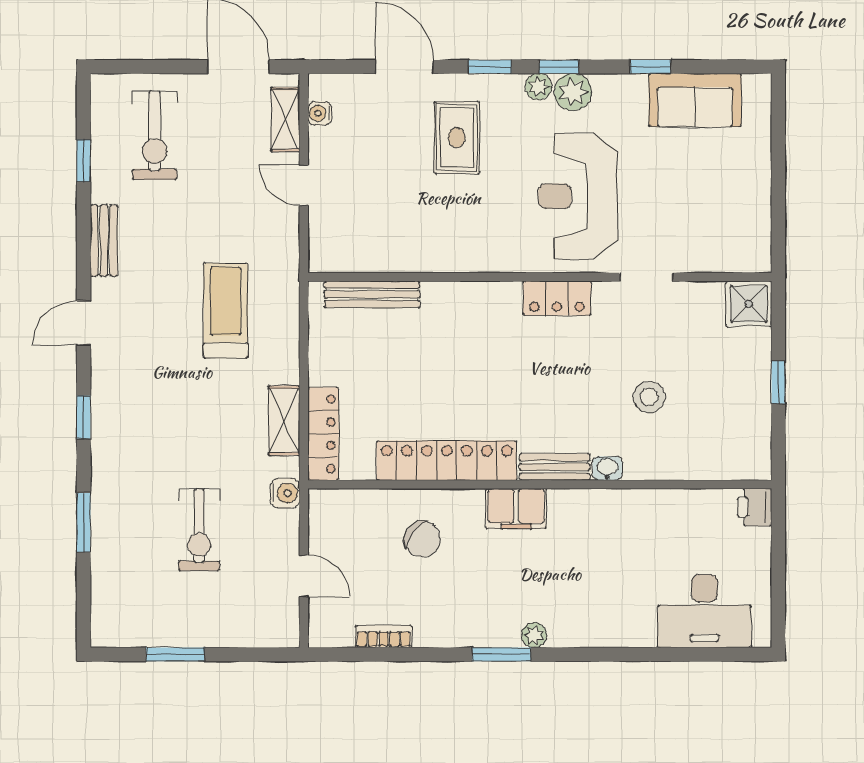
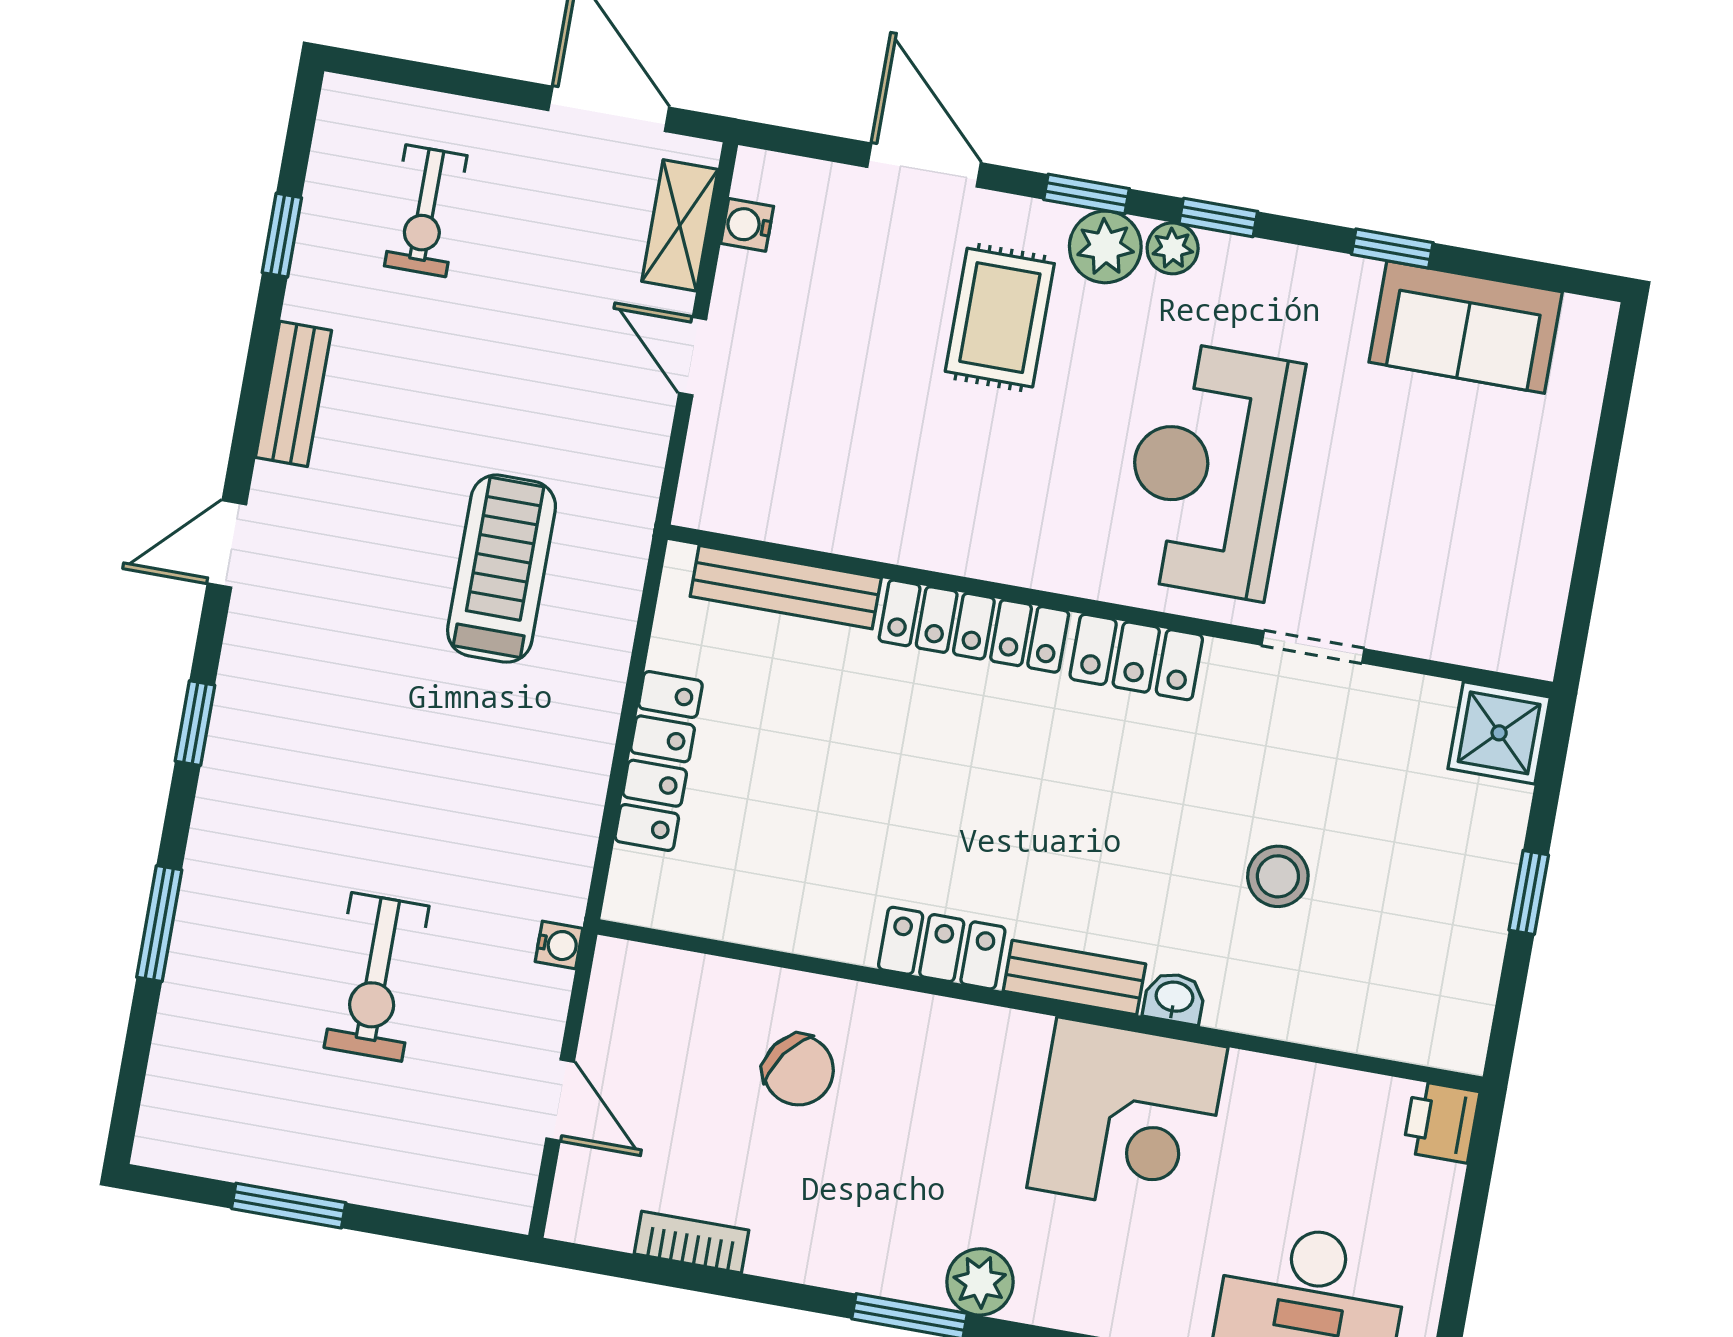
plant: (573, 92) -> (1105, 247), moved
exercise bike: (155, 135) -> (426, 211), width x0.73, depth x0.72
locker: (472, 297) -> (974, 626), added
shelving: (284, 421) -> (575, 798), removed
locker: (323, 434) -> (659, 761), moved
locker: (447, 461) -> (942, 948), width x0.46, depth x0.83
water cooler: (285, 493) -> (559, 945), width x0.72, depth x0.72
filing cabinet: (516, 509) -> (987, 1044), removed
corner desk: (594, 533) -> (1127, 1117), added
plant: (534, 635) -> (980, 1282), width x1.38, depth x1.38

